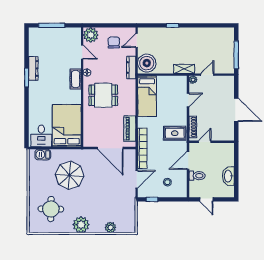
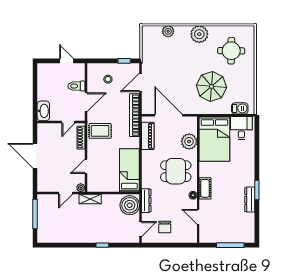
plant: (91, 35) -> (189, 141), moved
washbasin: (228, 176) -> (43, 111), moved

